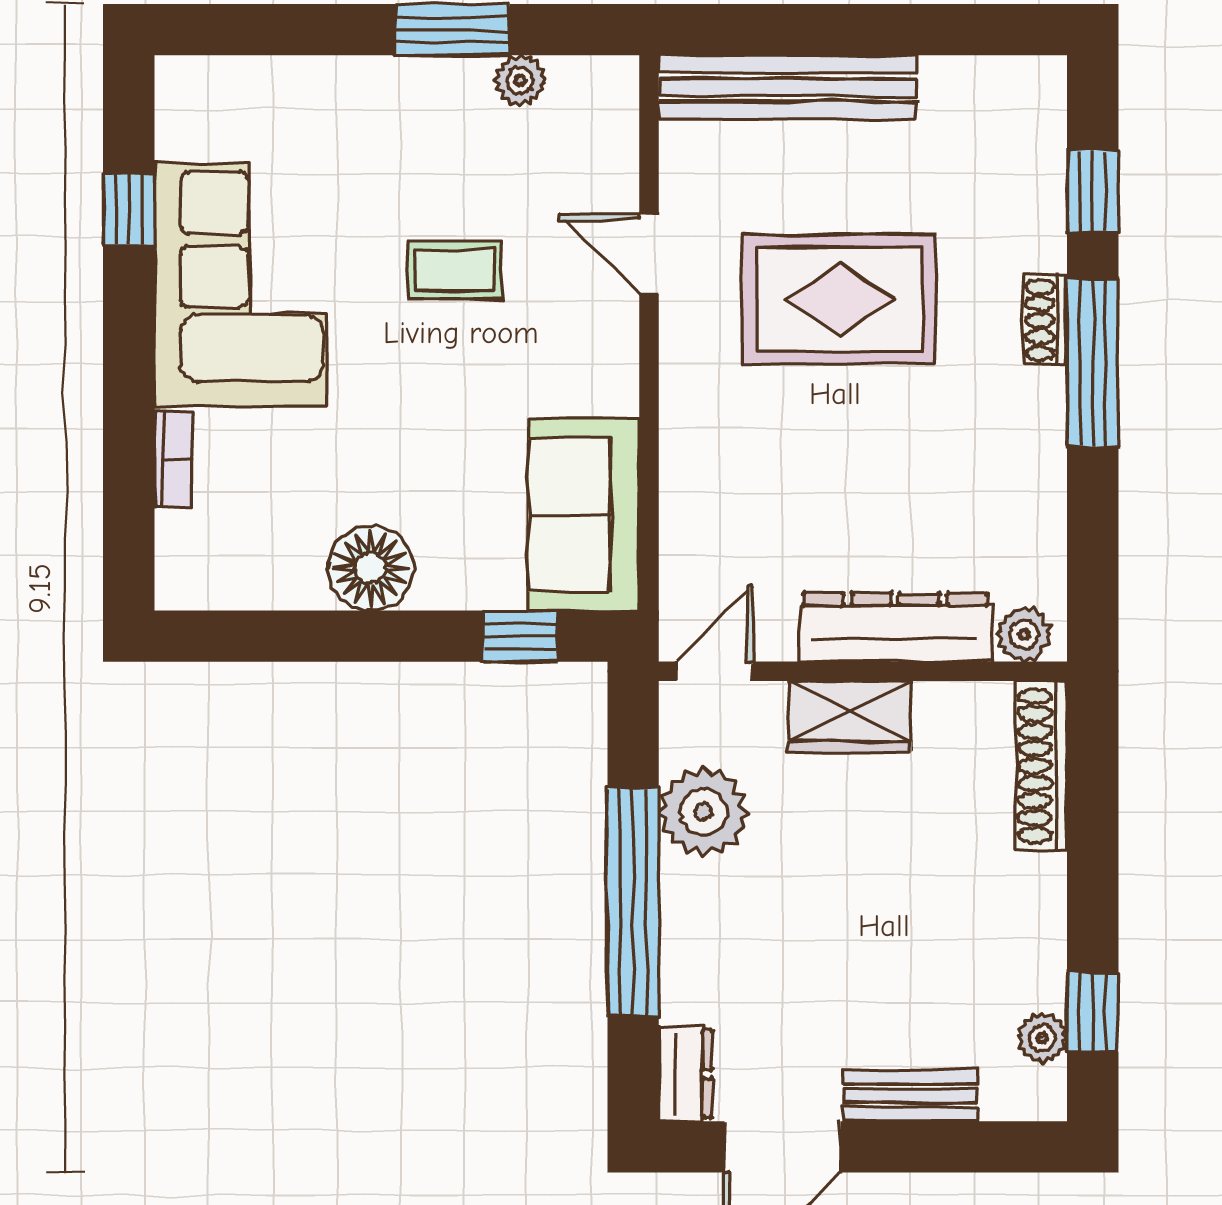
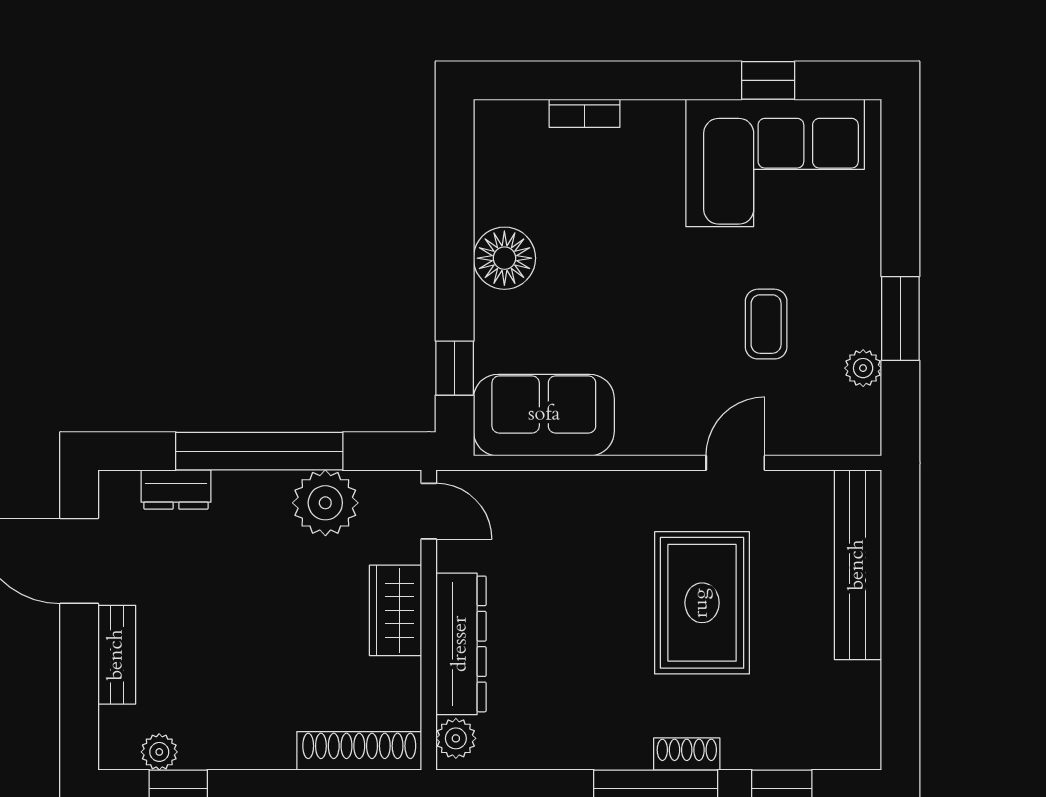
coffee table: (455, 270) -> (766, 324), moved
corner sofa: (241, 285) -> (775, 163), moved
dresser: (685, 1074) -> (176, 490), moved

